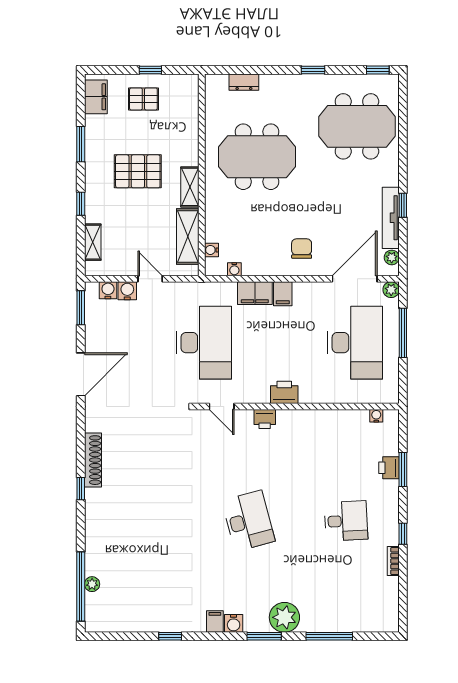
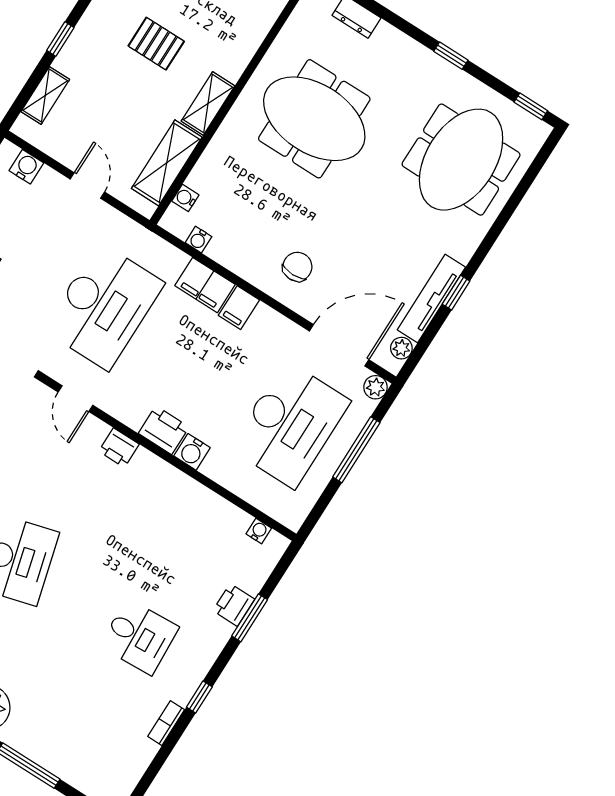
meeting table: (357, 126) -> (461, 160), turned 90
pallet: (138, 171) -> (156, 44), width x0.67, depth x0.71
water cooler: (127, 291) -> (192, 452), moved, turned 180

